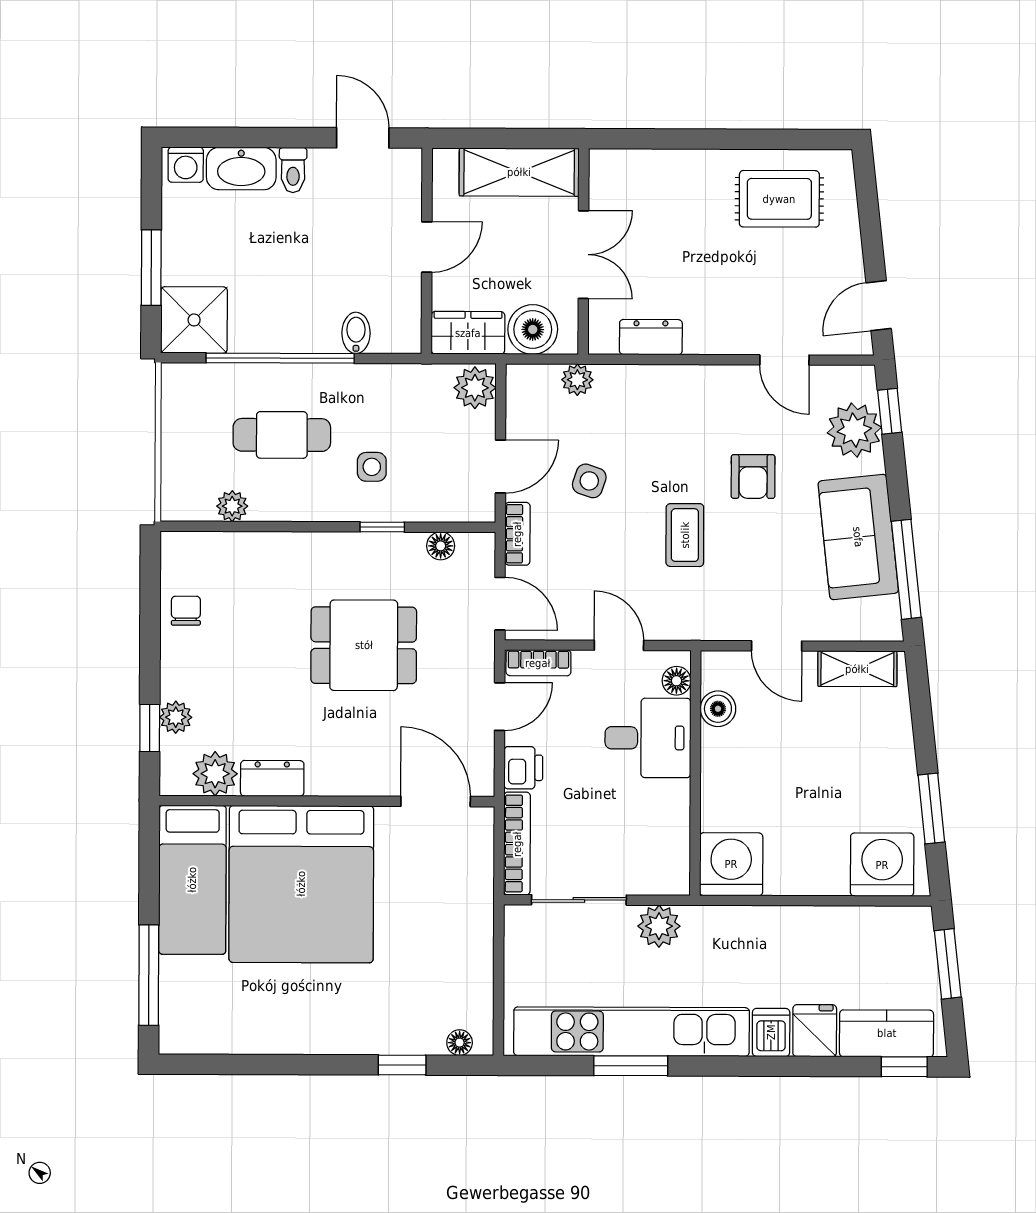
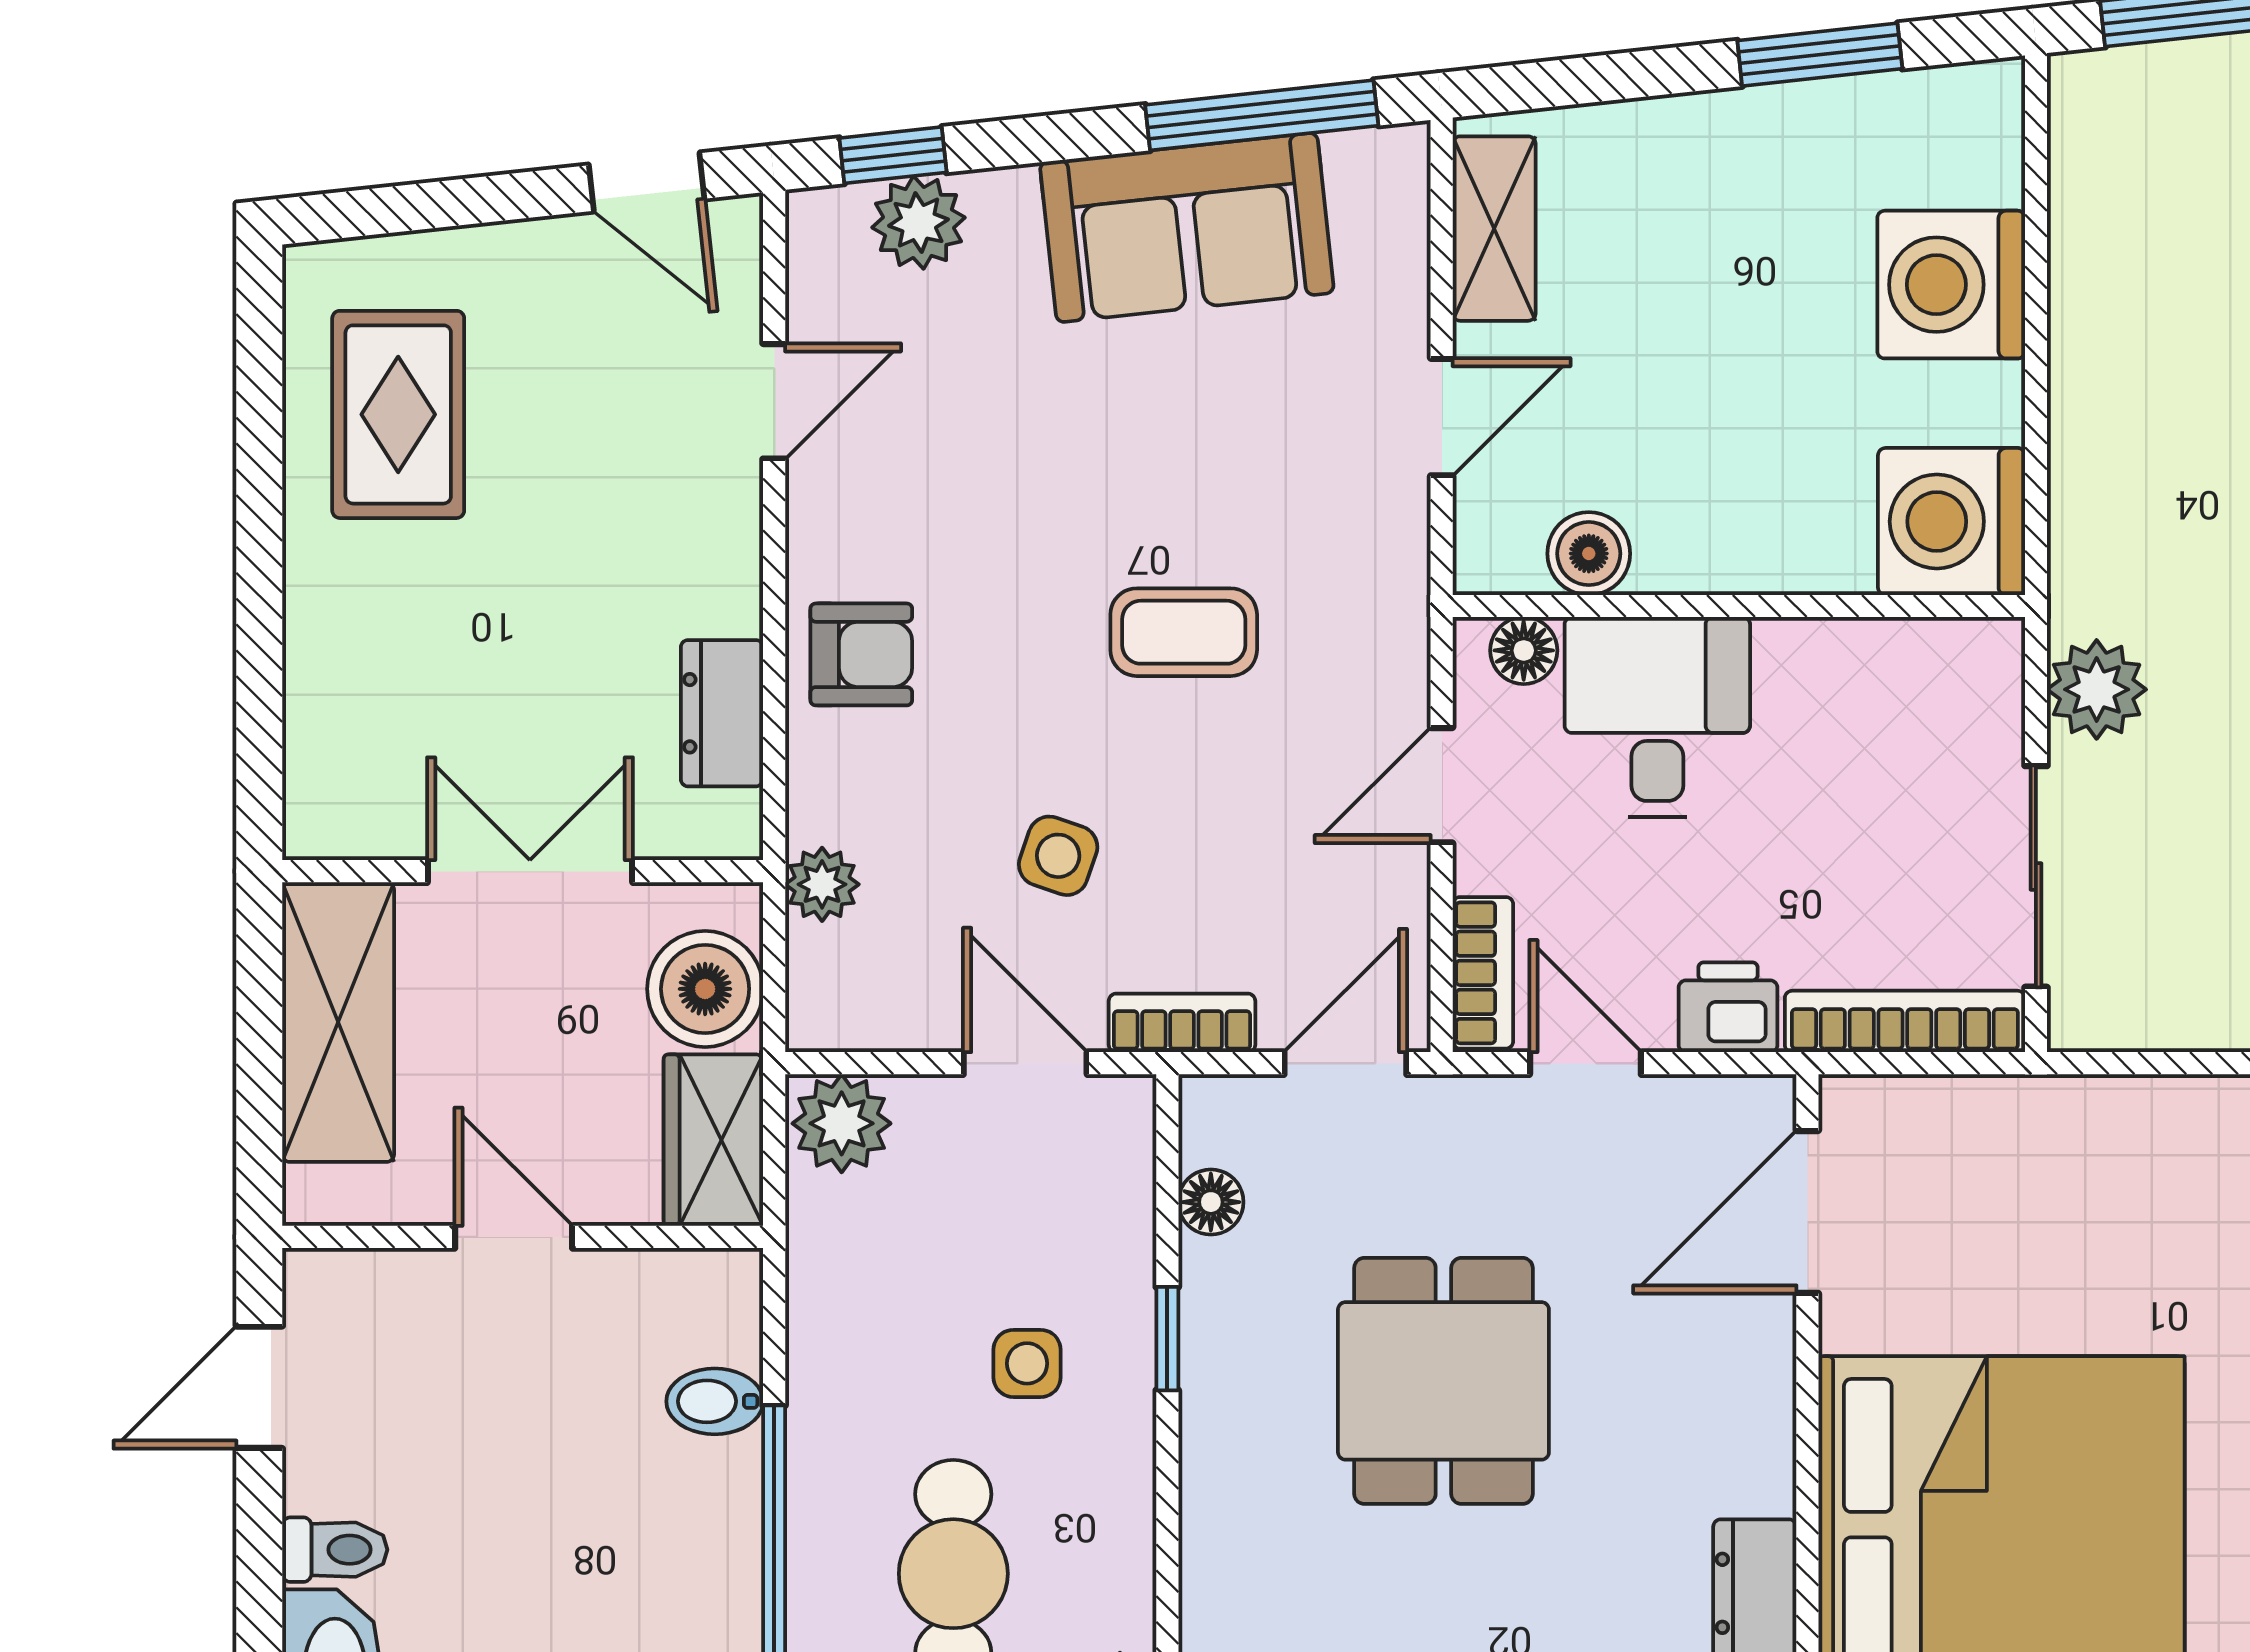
plant: (854, 430) -> (918, 223), width x0.73, depth x0.73
armchair: (753, 476) -> (861, 654), moved
washing machine: (882, 865) -> (1951, 285), moved

